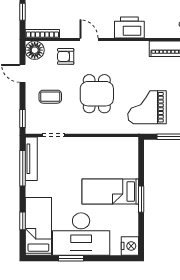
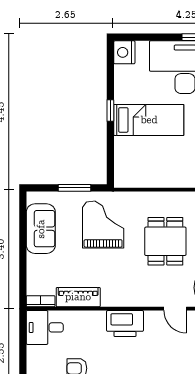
grand piano: (147, 107) -> (103, 225), turned -90
window: (141, 199) -> (110, 110), width x0.67

